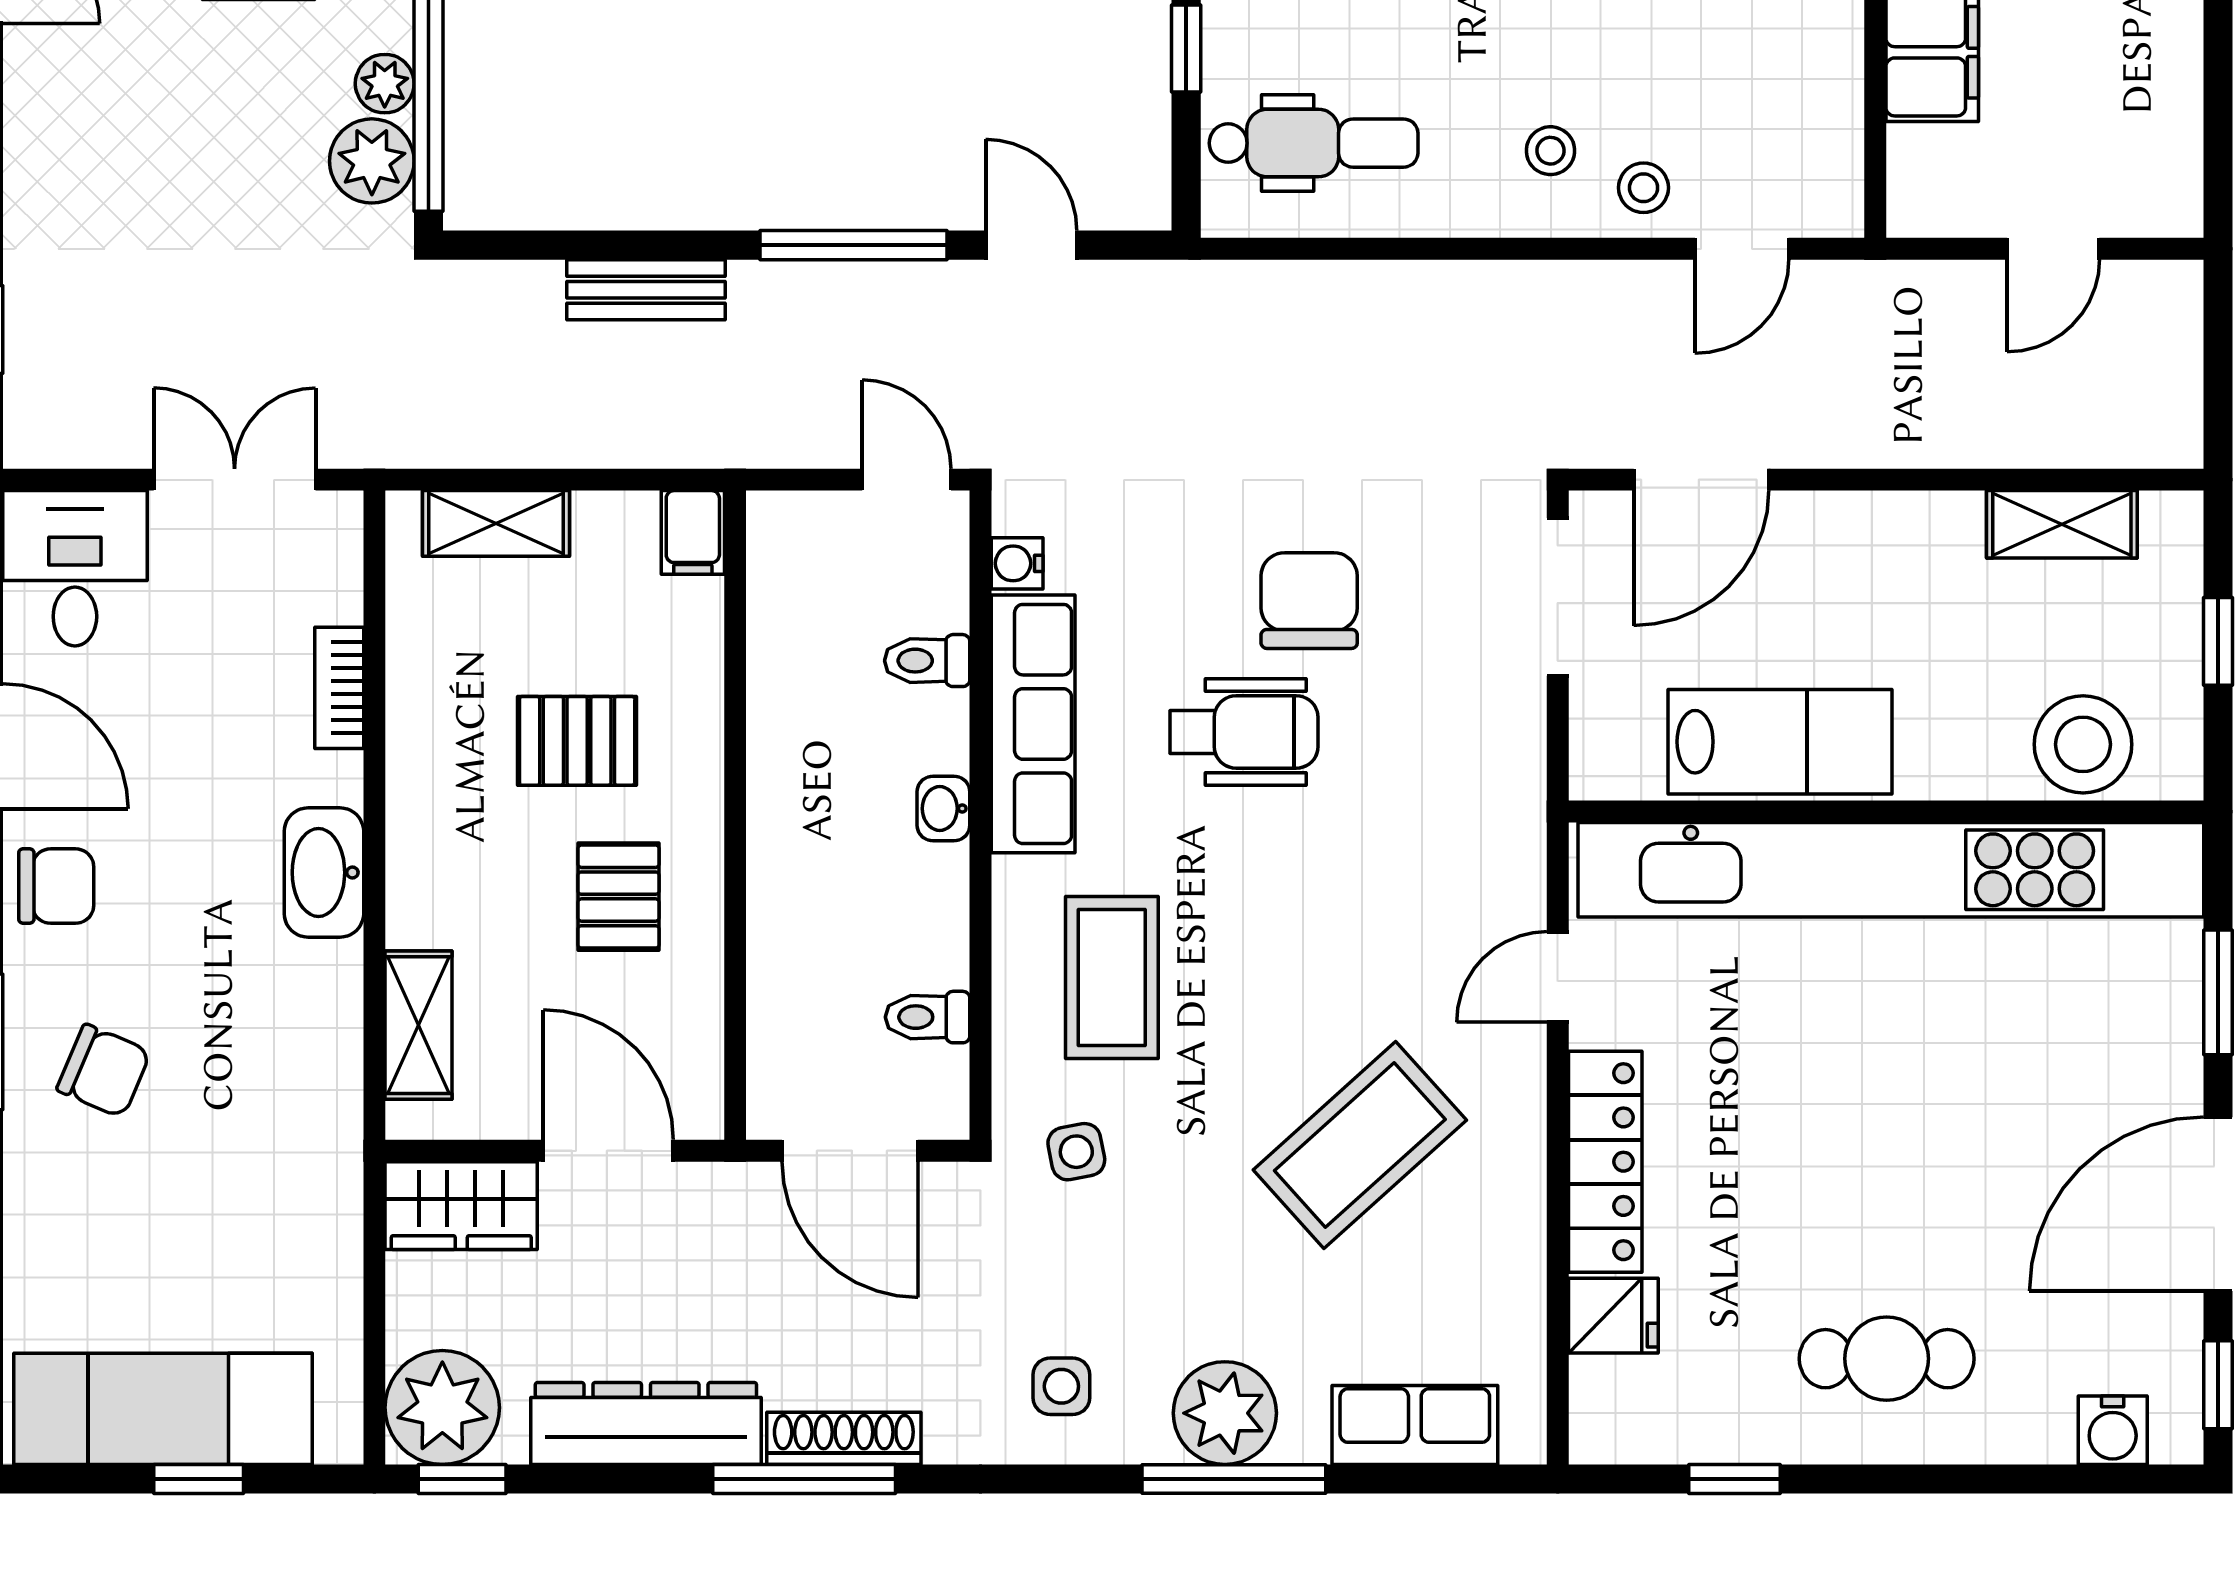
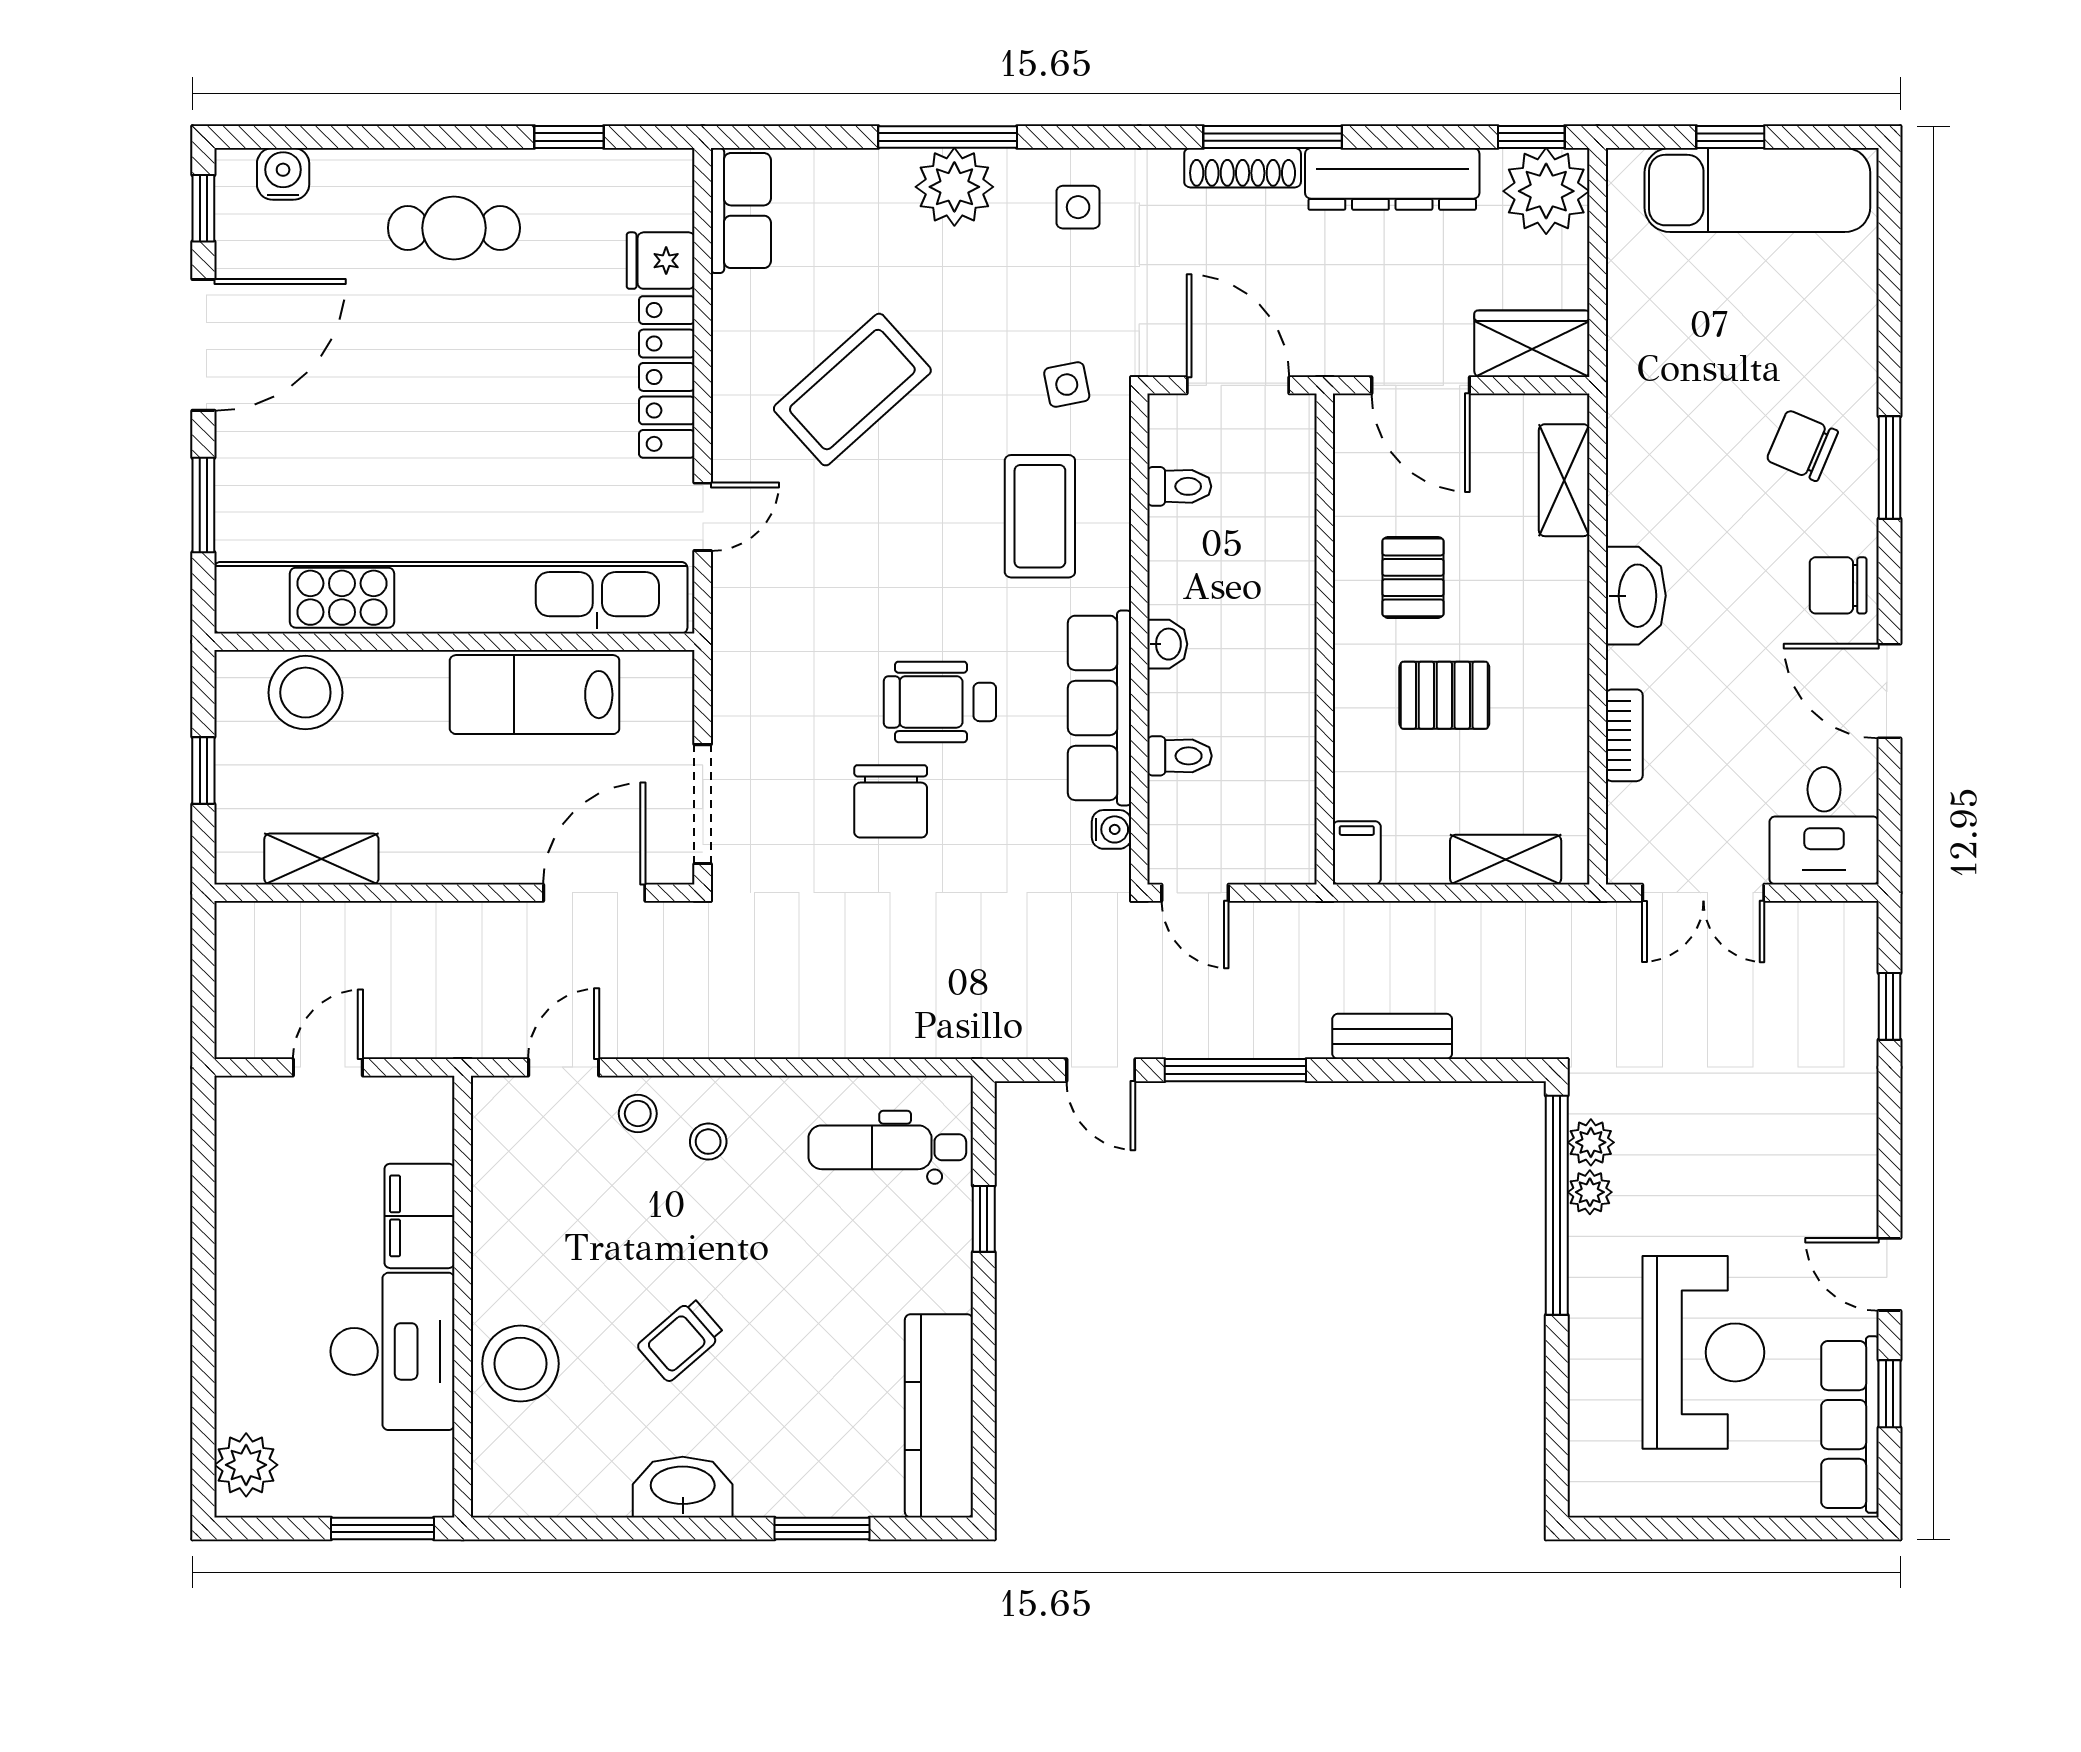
plant: (372, 161) -> (1591, 1142), width x0.73, depth x0.73
row of seats: (1415, 1425) -> (741, 211), moved, turned -90

